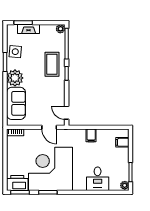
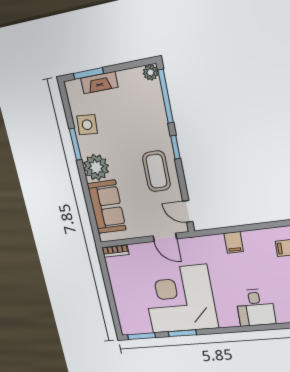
coffee table: (52, 64) -> (156, 171), moved
printer: (17, 183) -> (135, 323), removed

